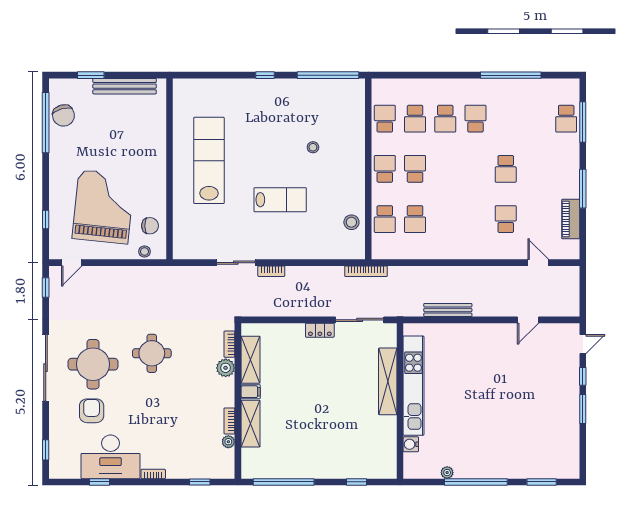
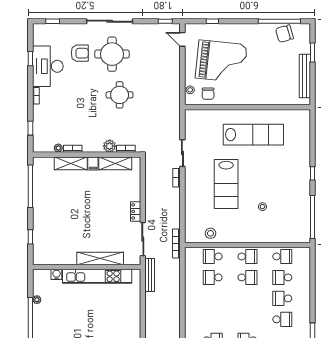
lab bench: (280, 200) -> (226, 184), width x1.36, depth x1.39
bench: (448, 310) -> (150, 275), moved

